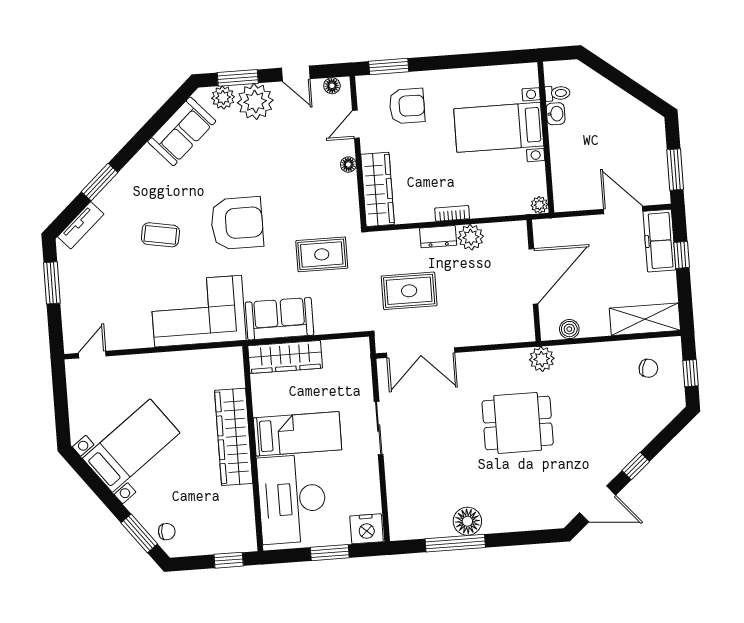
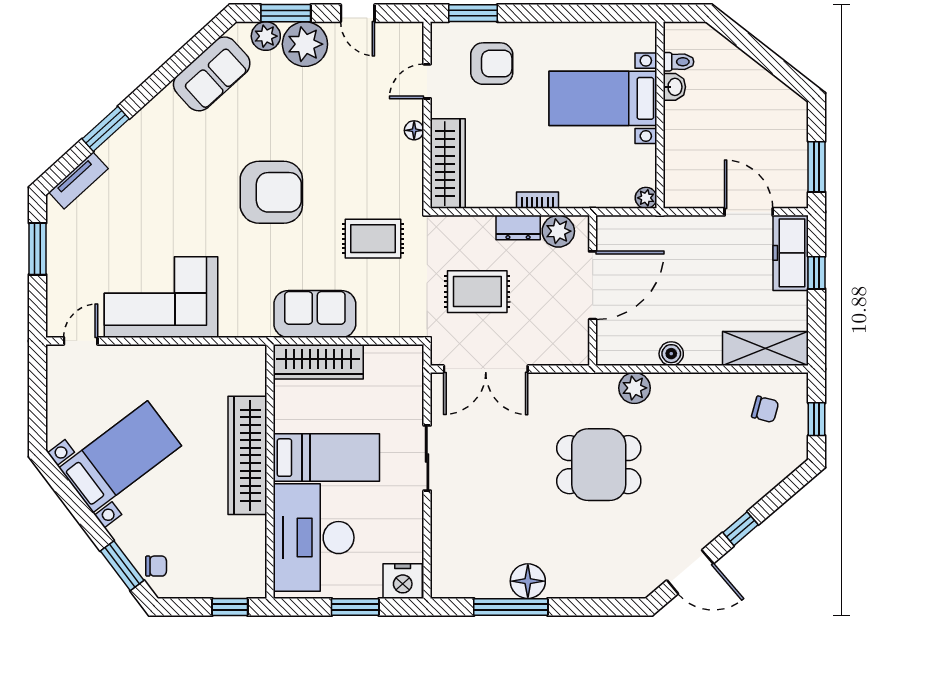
floor lamp: (332, 86) -> (401, 32), removed
coffee table: (160, 235) -> (176, 200), removed
door: (533, 276) -> (593, 285), moved
wall: (534, 280) -> (593, 290), moved
corner sofa: (198, 311) -> (161, 297), moved

